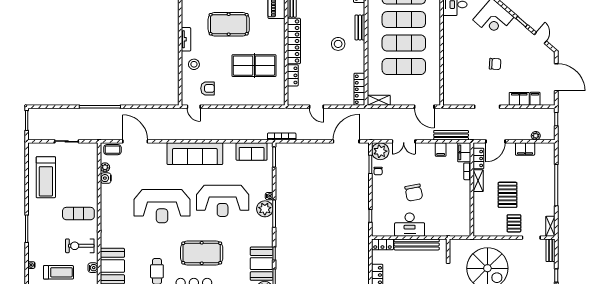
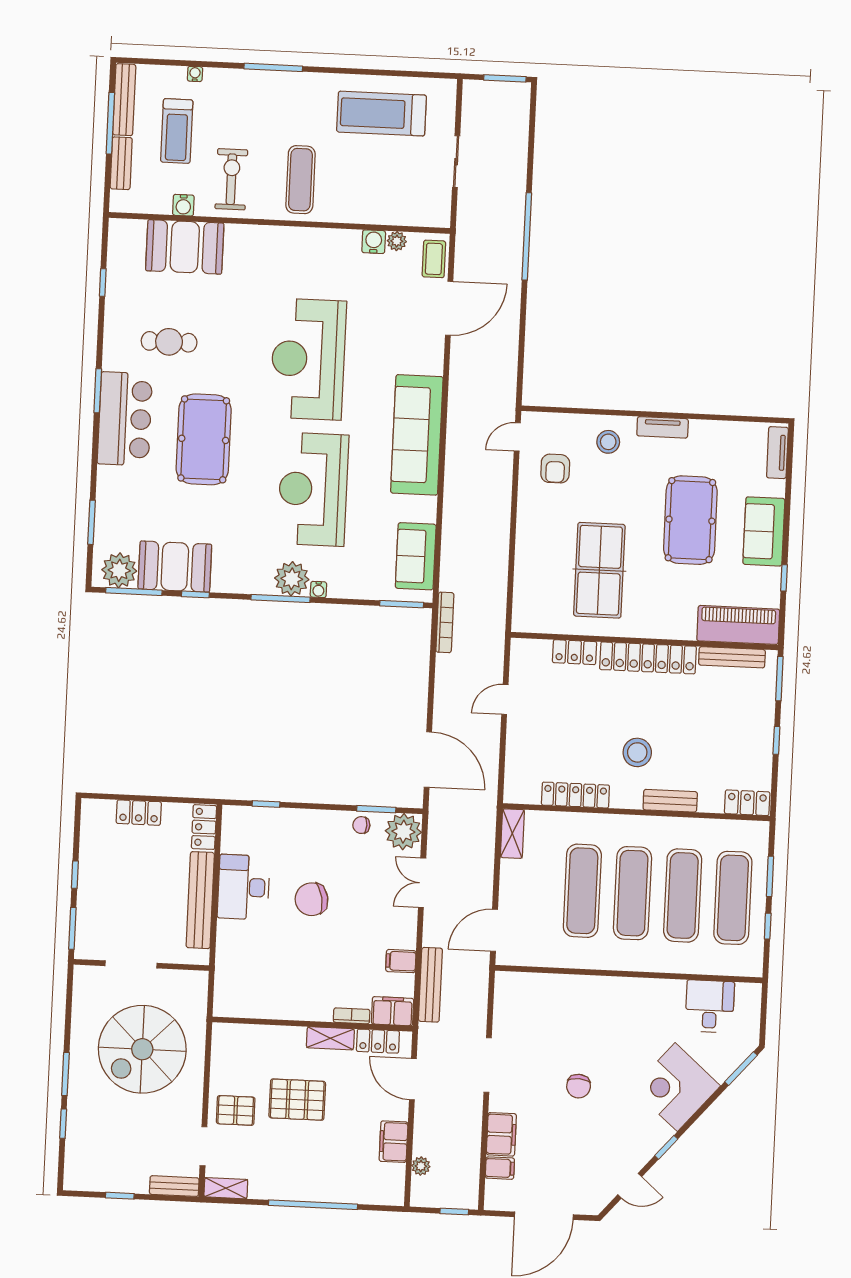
locker: (359, 89) -> (575, 795), moved

